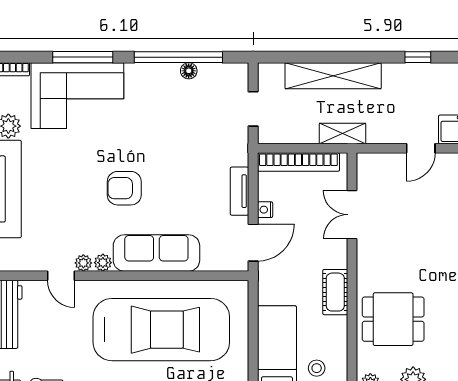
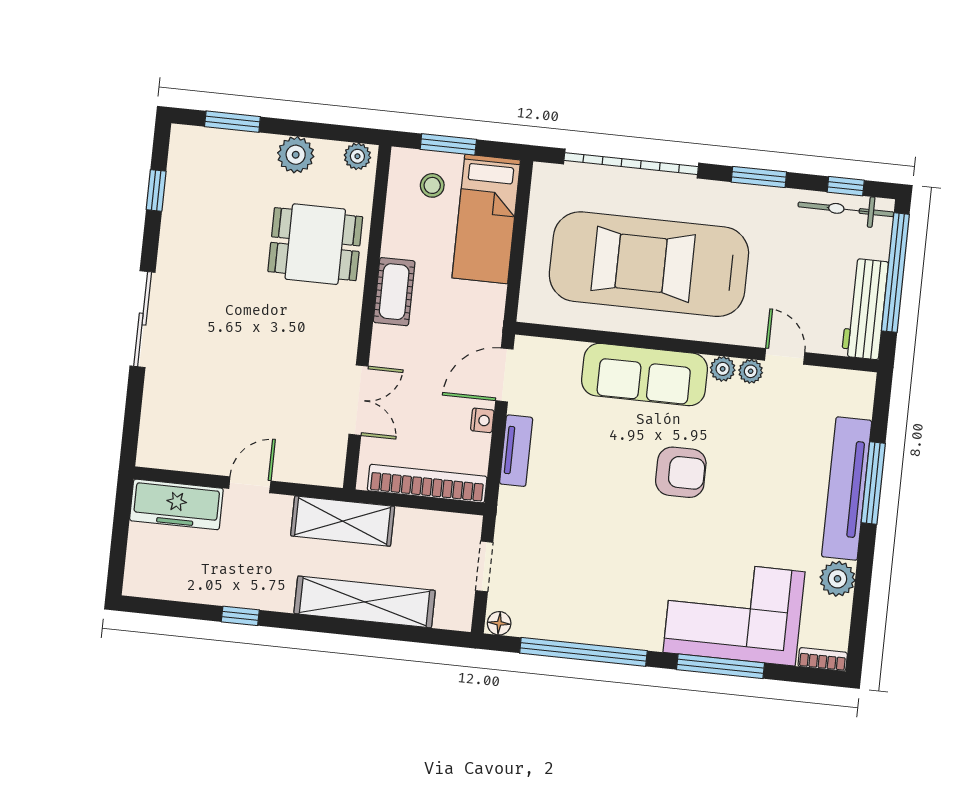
floor lamp: (189, 71) -> (499, 623), moved
shelving: (343, 133) -> (343, 521), width x1.50, depth x1.33

